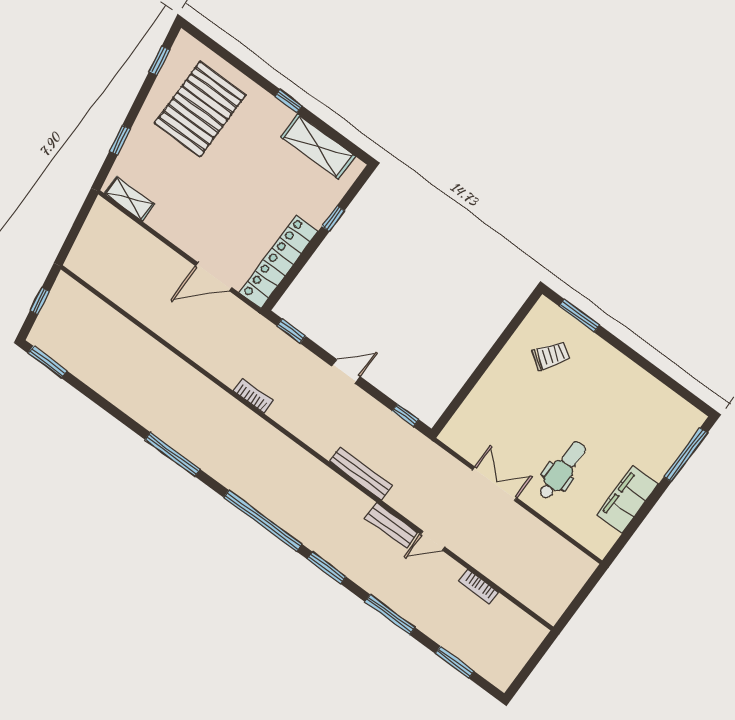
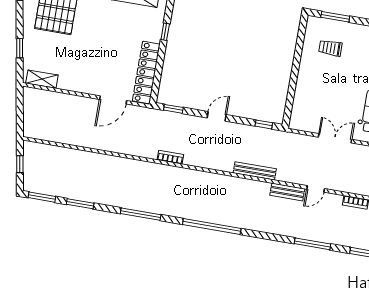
trolley: (551, 356) -> (330, 48), turned -125
window: (327, 568) -> (80, 204), moved

